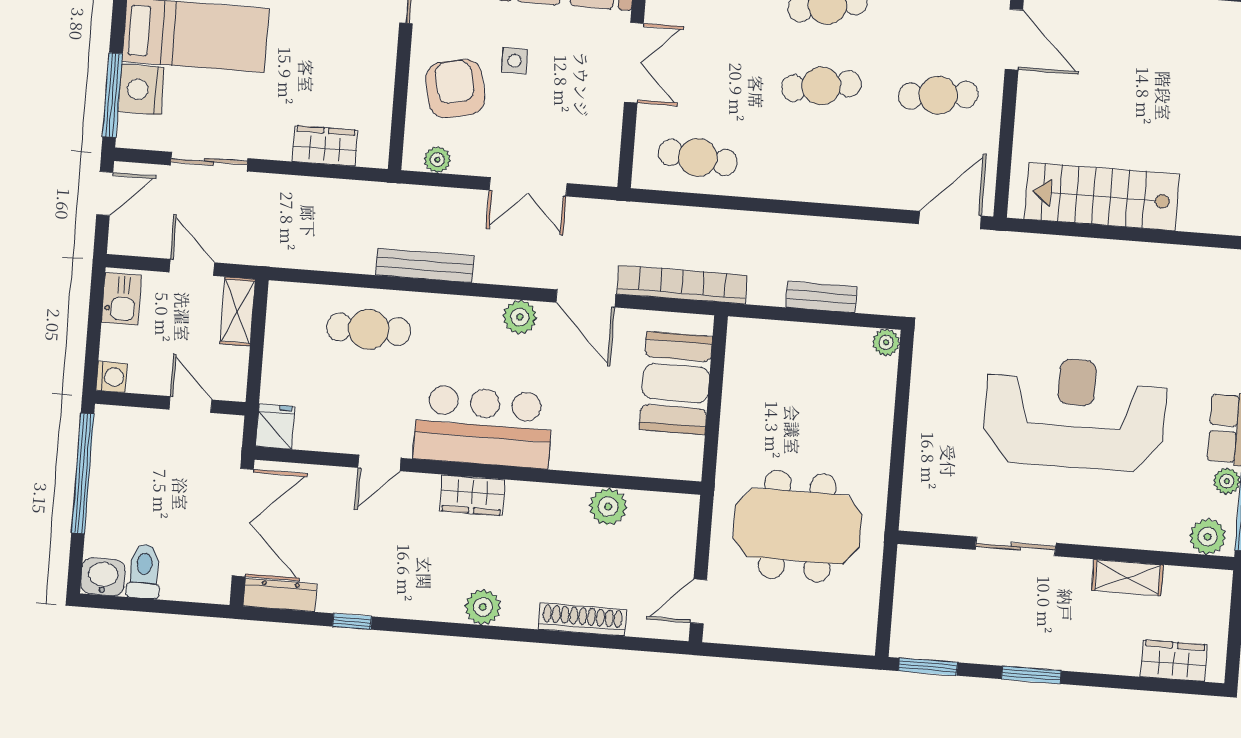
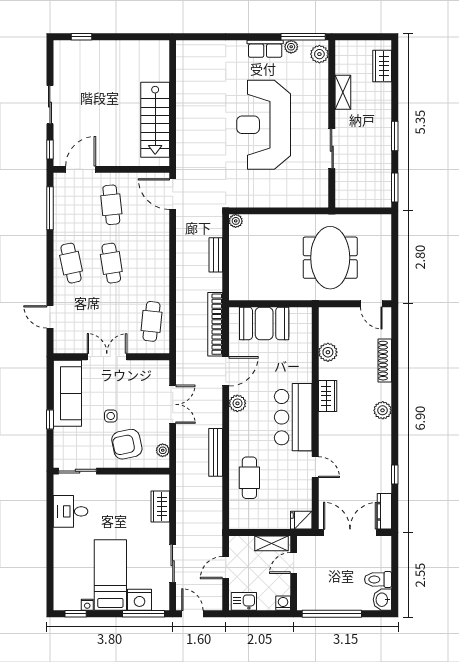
shelving: (238, 311) -> (272, 543), moved
wardrobe: (472, 495) -> (328, 396), moved

